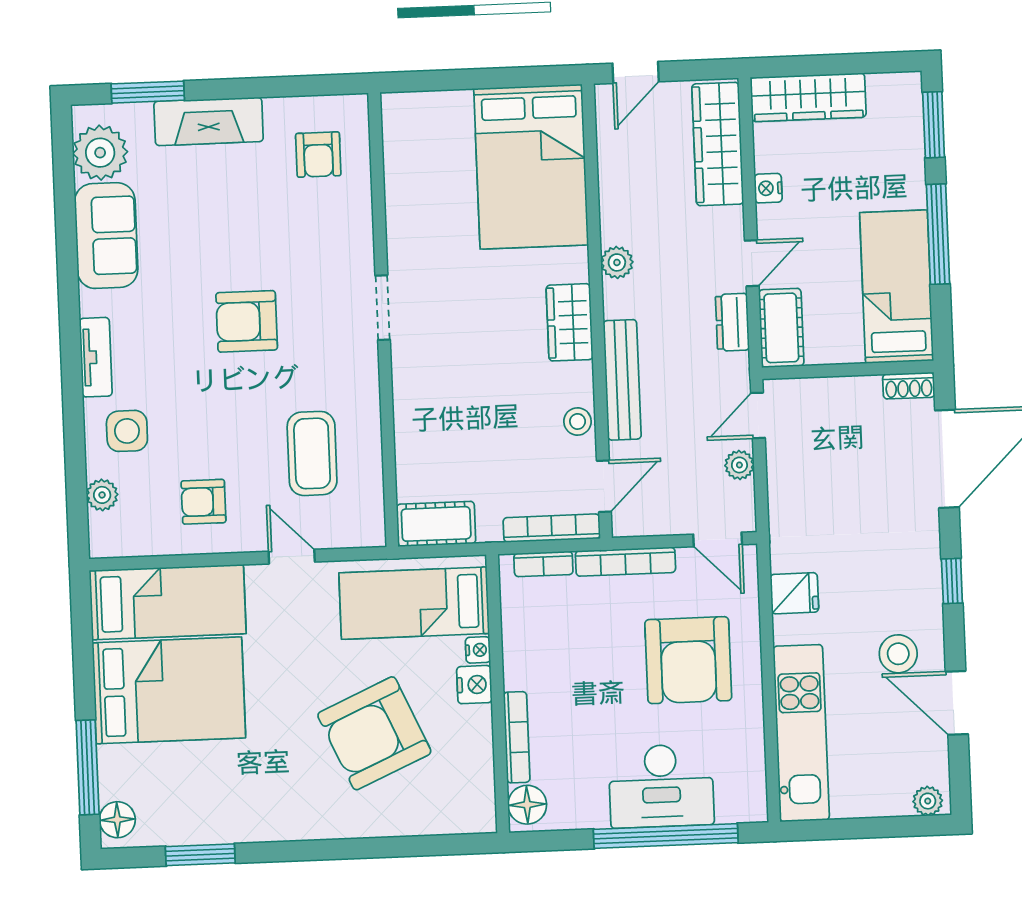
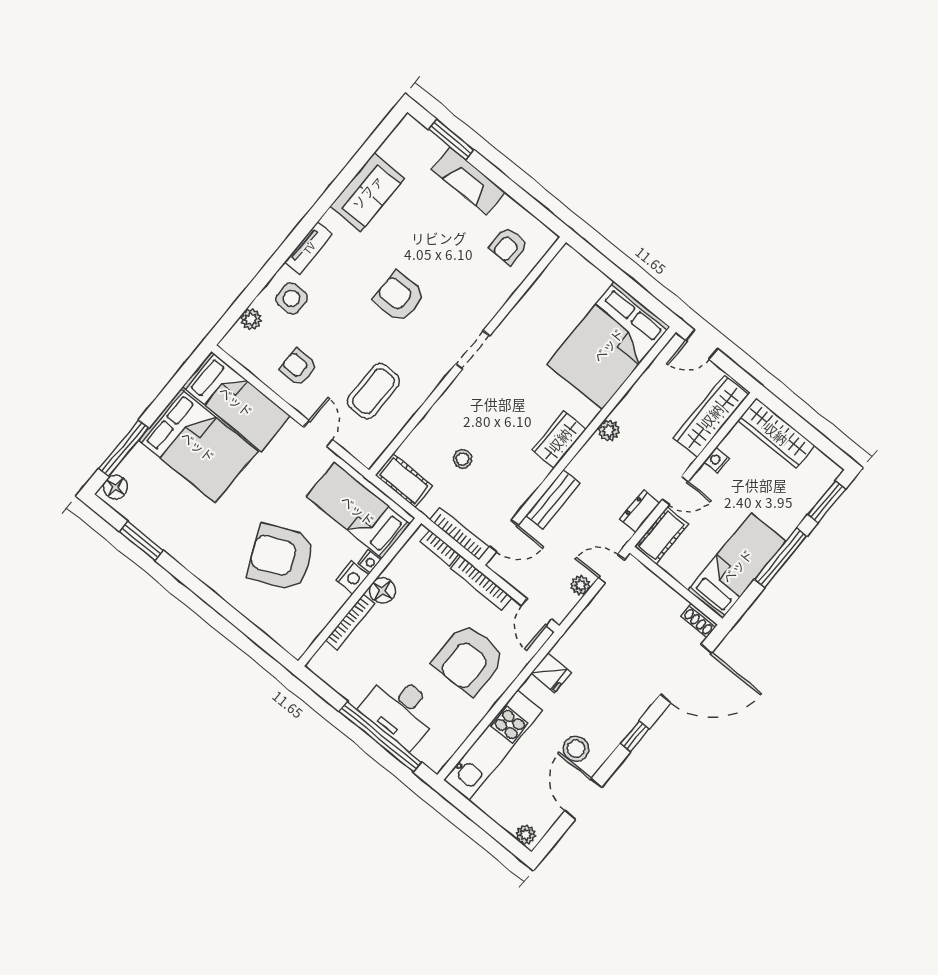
plant: (100, 153) -> (401, 149), removed
bench: (622, 380) -> (553, 499), width x0.73
stool: (578, 421) -> (463, 459), moved
floor lamp: (527, 805) -> (382, 591), moved

